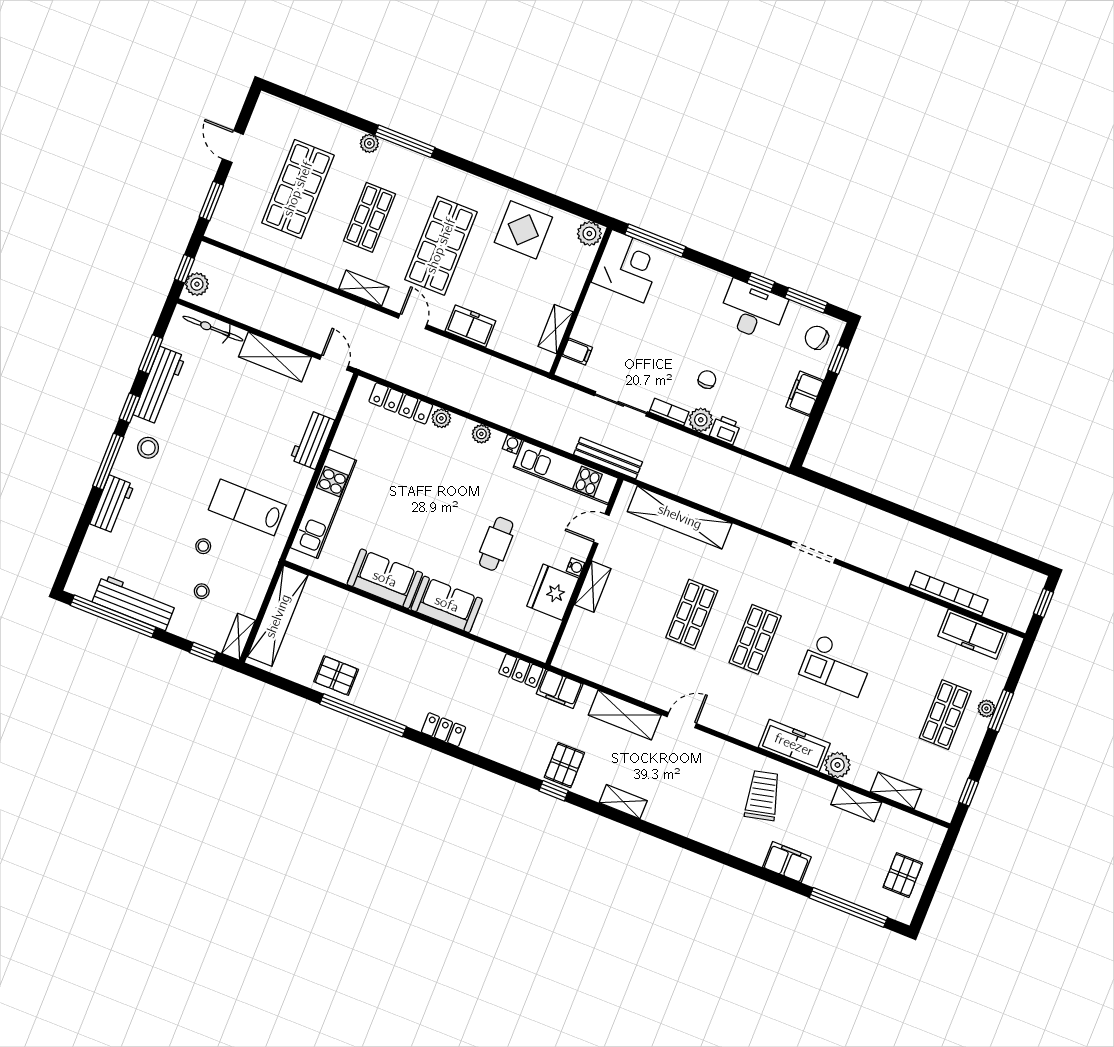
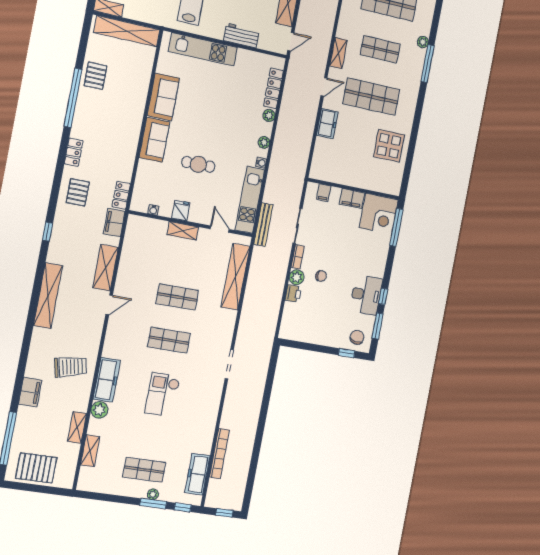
plant: (589, 234) -> (394, 186), removed
shelving: (556, 329) -> (335, 177), removed
filing cabinet: (805, 394) -> (352, 198), moved, turned 180
water cooler: (576, 567) -> (153, 210), moved
fridge: (553, 592) -> (181, 210), width x0.53, depth x0.75
door: (682, 720) -> (109, 305), hinge flipped
pallet: (564, 765) -> (78, 192), moved, turned 90
window: (969, 792) -> (183, 507), moved
shelving: (623, 802) -> (48, 296), width x2.20, depth x1.33
pallet: (903, 875) -> (36, 468), width x1.50, depth x1.42

